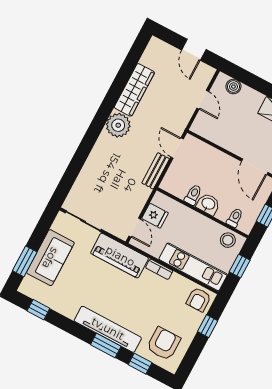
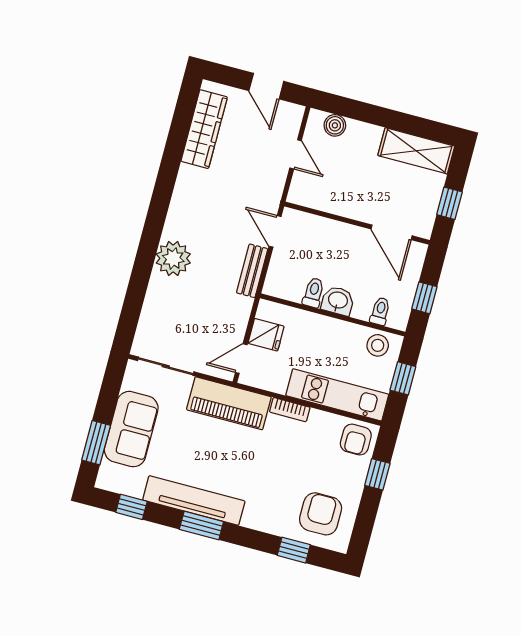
wardrobe: (134, 90) -> (204, 129), moved
plant: (118, 125) -> (173, 258), moved
door: (135, 228) -> (241, 359), swing flipped
tv unit: (108, 329) -> (194, 500), moved
window: (106, 345) -> (201, 526), moved

